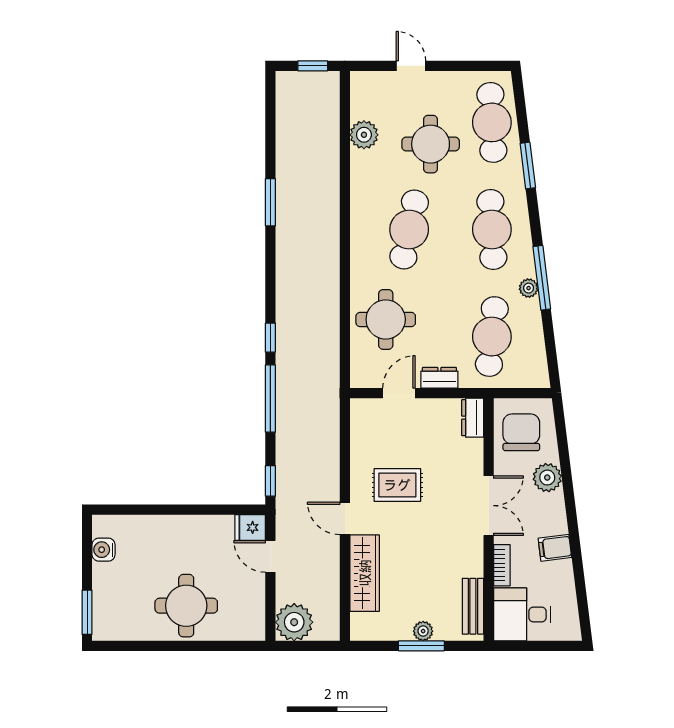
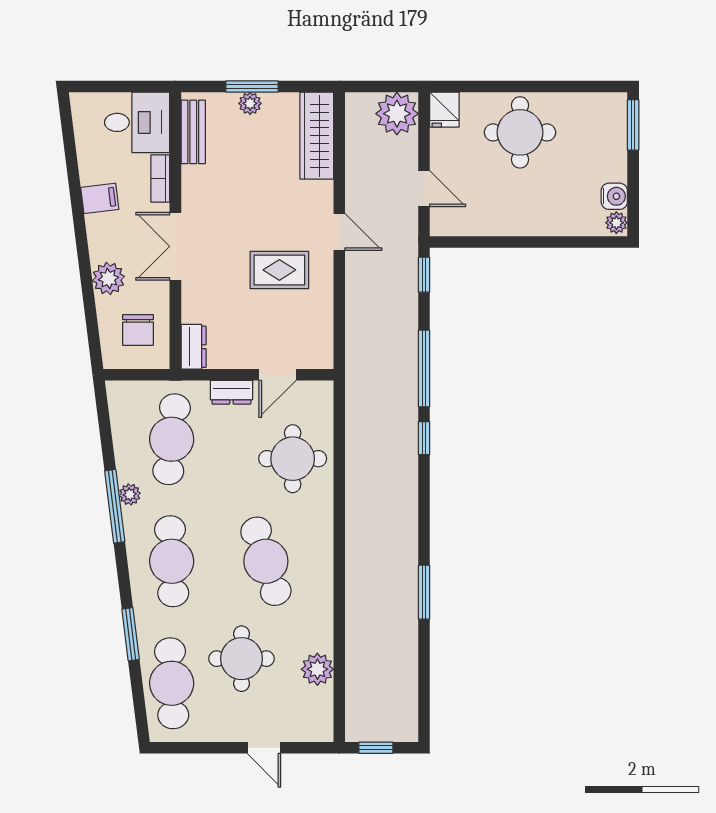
cafe table: (409, 229) -> (266, 561), turned -30
chair: (521, 432) -> (138, 330), width x0.73, depth x0.73
plant: (102, 527) -> (616, 223), added
fridge: (250, 527) -> (444, 110), moved, turned 90
wardrobe: (365, 573) -> (317, 136), moved

